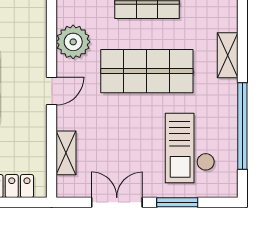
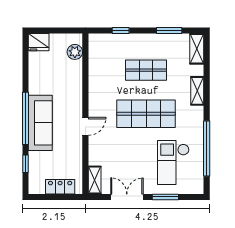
plant: (73, 42) -> (99, 95), removed
shelving: (228, 55) -> (197, 91), moved
shelving: (66, 153) -> (95, 180), moved

